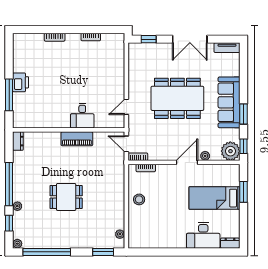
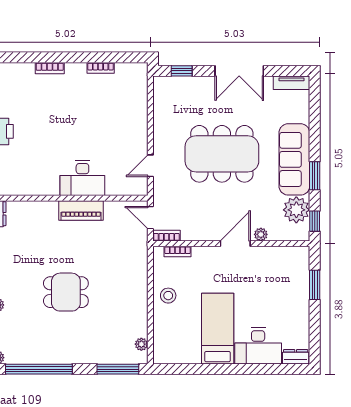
desk: (82, 116) -> (82, 178), width x1.37
plant: (230, 151) -> (296, 210), moved
bed: (215, 198) -> (218, 329), moved, turned 90
window: (103, 252) -> (118, 369), width x1.44

